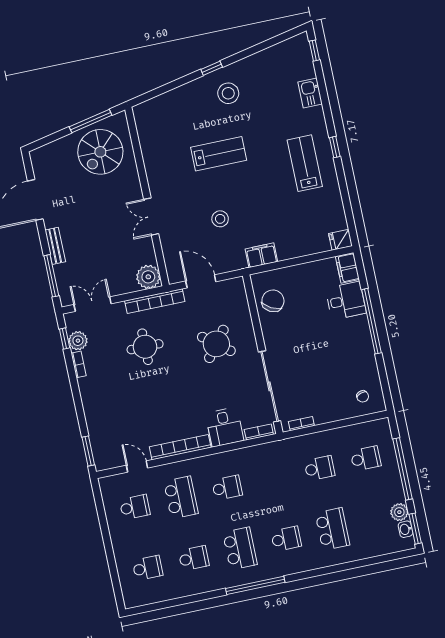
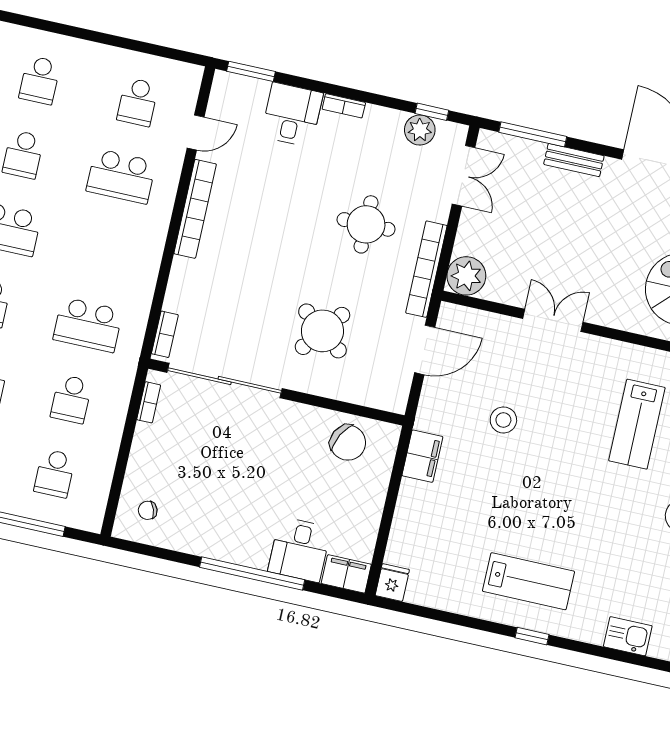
lab bench: (219, 154) -> (637, 424), moved
bookcase: (78, 364) -> (344, 106), moved
desk: (225, 427) -> (292, 115), moved, turned 90
school desk: (227, 488) -> (88, 325), moved, width x1.85

